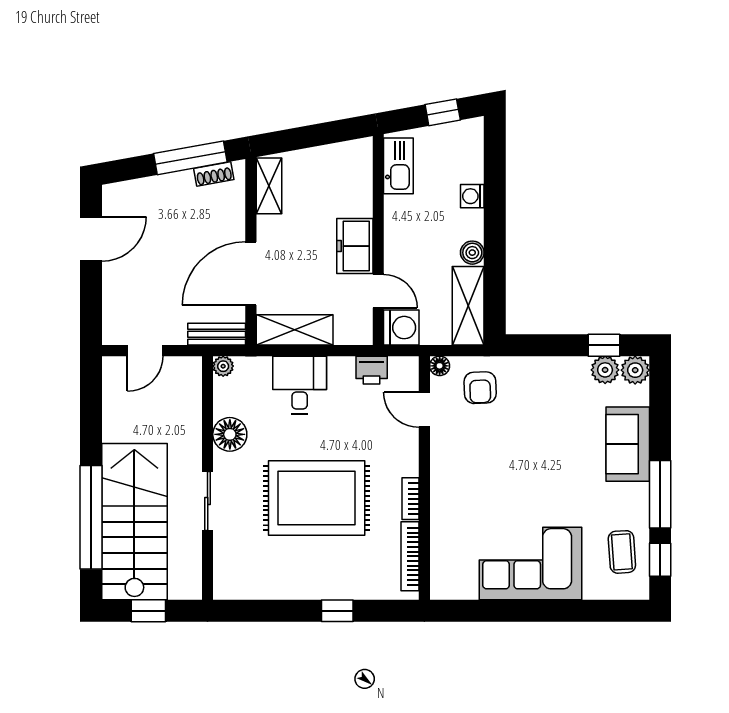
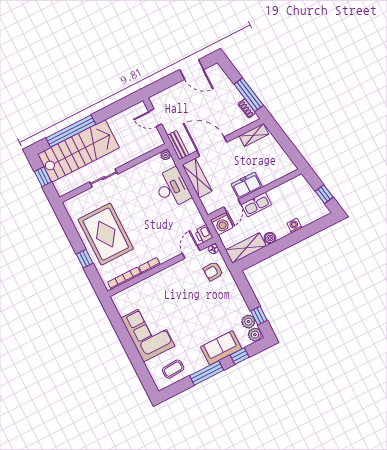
kitchen sink: (398, 166) -> (256, 205), moved
printer: (372, 370) -> (204, 234), moved
desk: (300, 385) -> (172, 188), width x1.37
floor lamp: (230, 434) -> (137, 173), removed
rug: (317, 498) -> (106, 234), moved
window: (660, 560) -> (240, 356), moved

